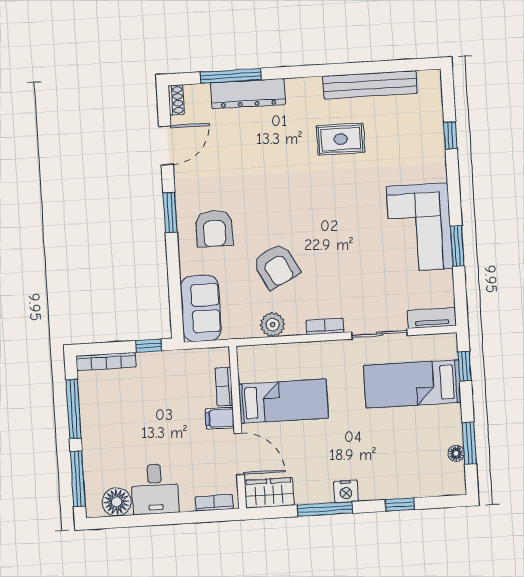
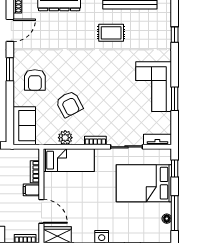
bed: (412, 384) -> (144, 183), width x1.50
bed: (283, 401) -> (69, 160), moved
window: (469, 443) -> (175, 213), width x1.44

